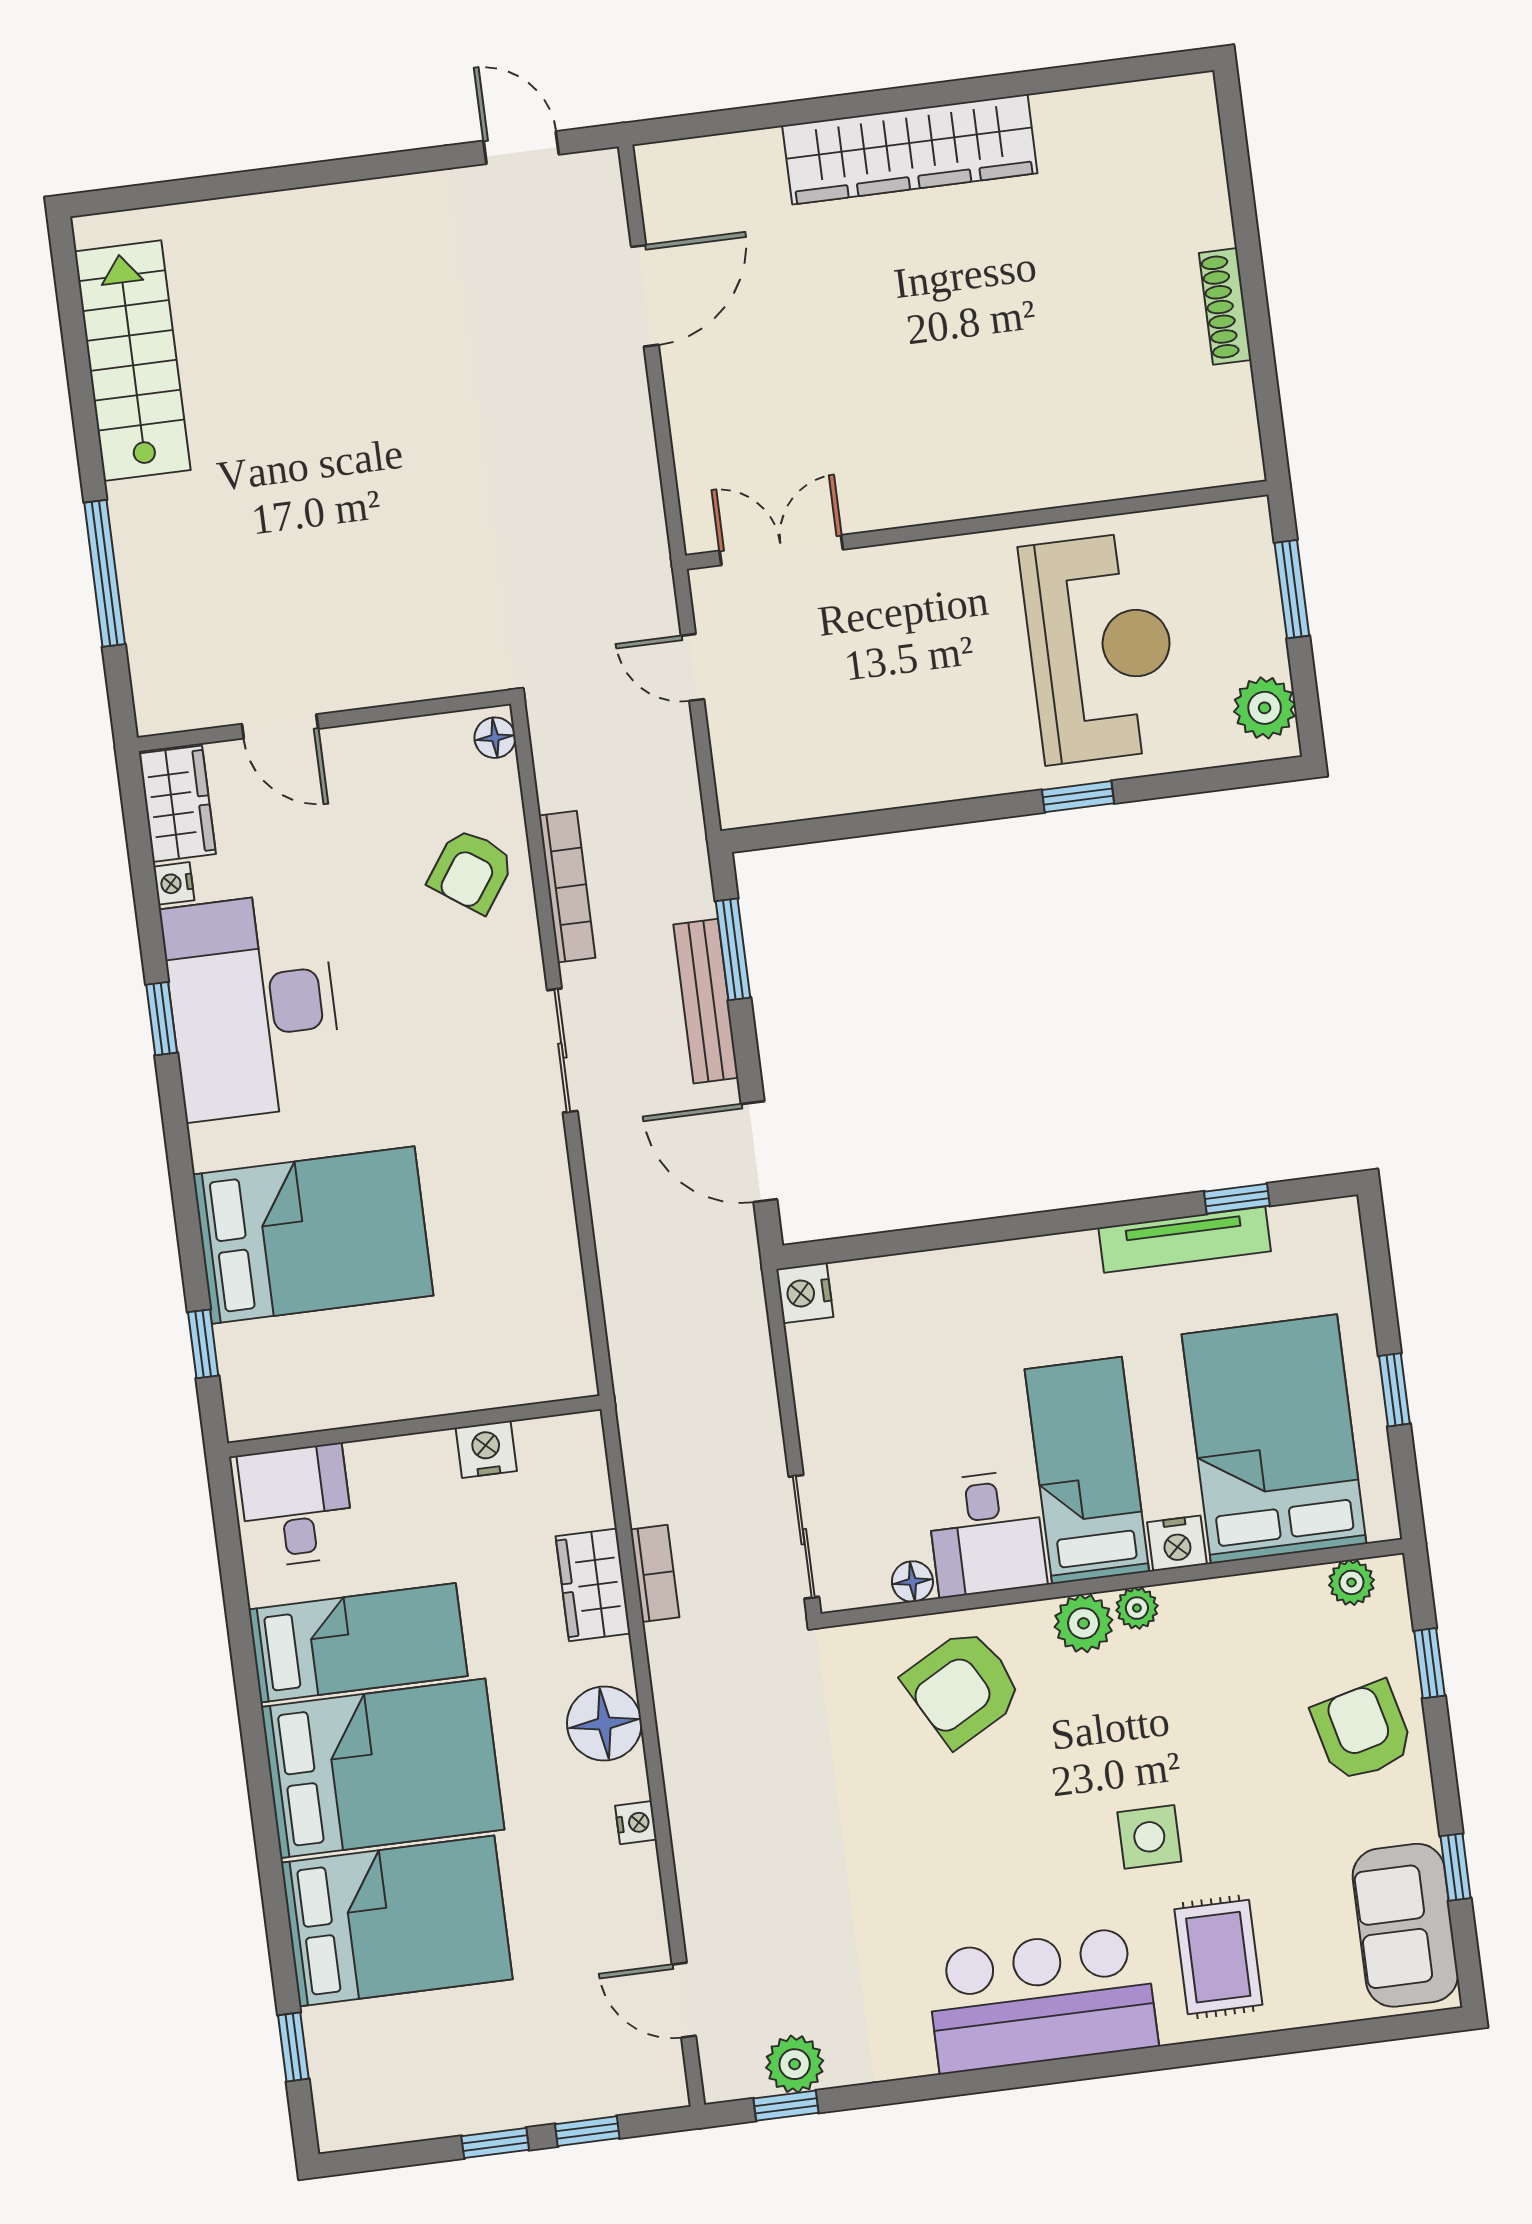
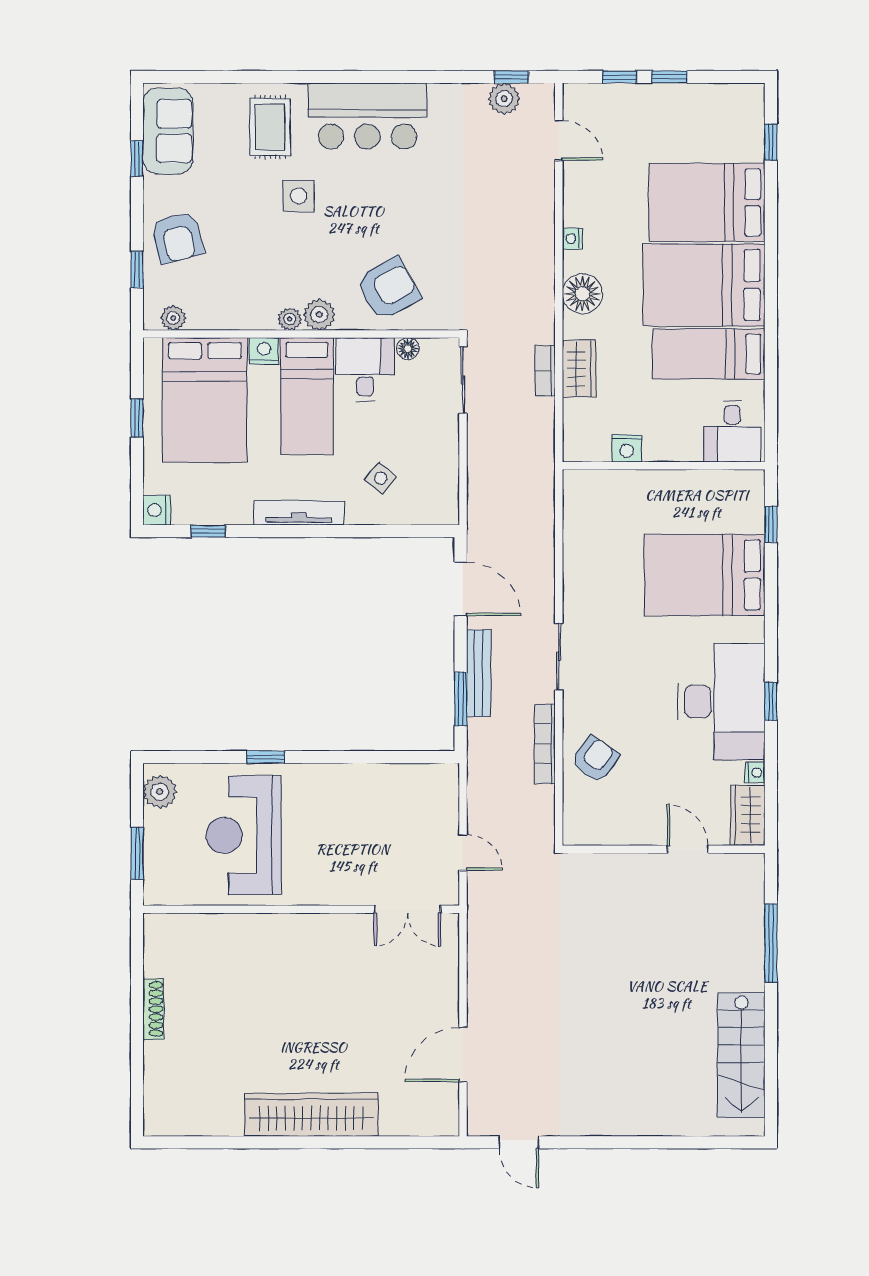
floor lamp: (495, 738) -> (573, 829), removed
tv unit: (1185, 1240) -> (299, 513), moved
nightstand: (805, 1293) -> (157, 510), moved, turned 180
side table: (932, 1337) -> (381, 478), added

